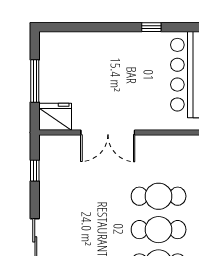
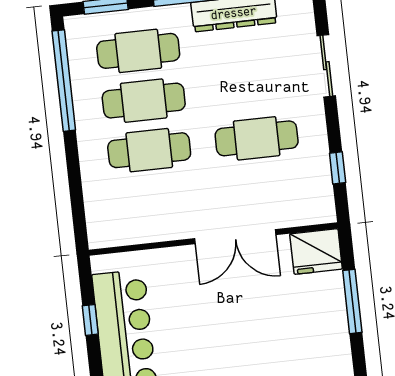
double door: (108, 133) -> (235, 237), swing flipped
cafe table: (86, 196) -> (257, 138), added

